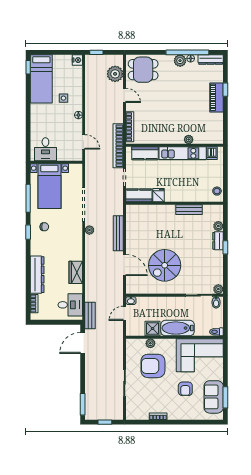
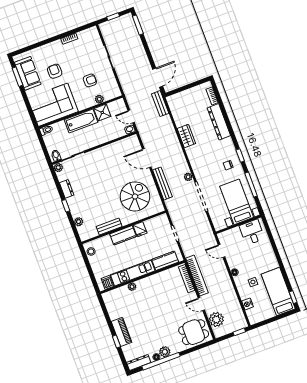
nightstand: (77, 60) -> (248, 304), moved
bookcase: (118, 146) -> (197, 276), moved
kitchen counter: (139, 195) -> (123, 235), moved
dresser: (218, 241) -> (67, 189), moved
spiral stairs: (165, 265) -> (135, 196), moved
desk: (70, 305) -> (181, 106), removed
door: (125, 313) -> (131, 117), swing flipped
armchair: (153, 366) -> (90, 80), width x0.53, depth x0.53

